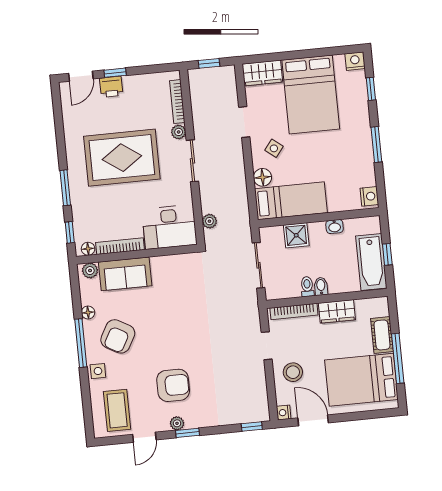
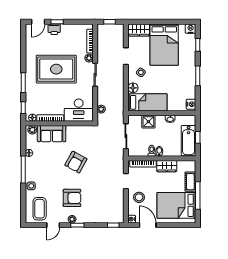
armchair: (118, 336) -> (76, 162), moved

